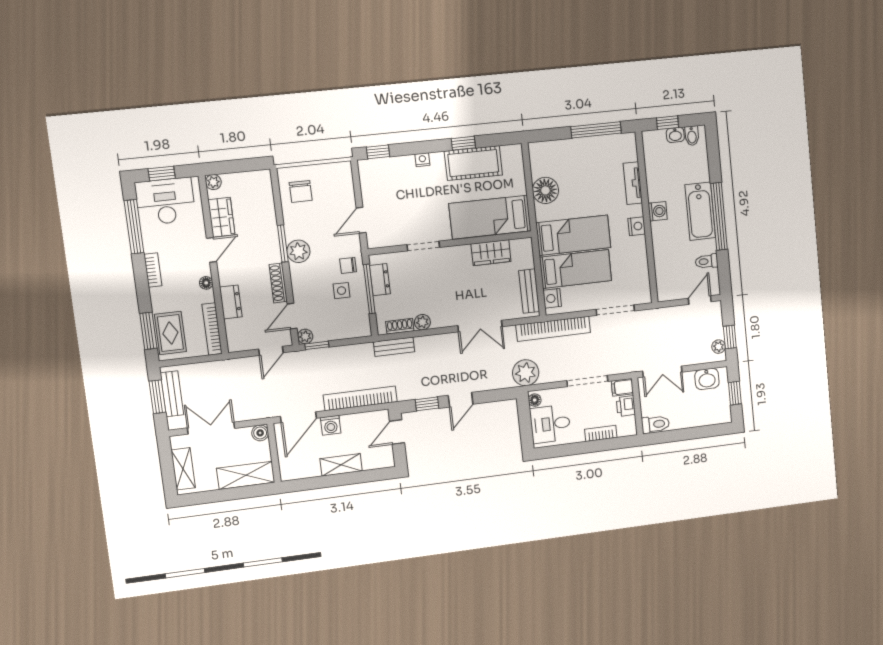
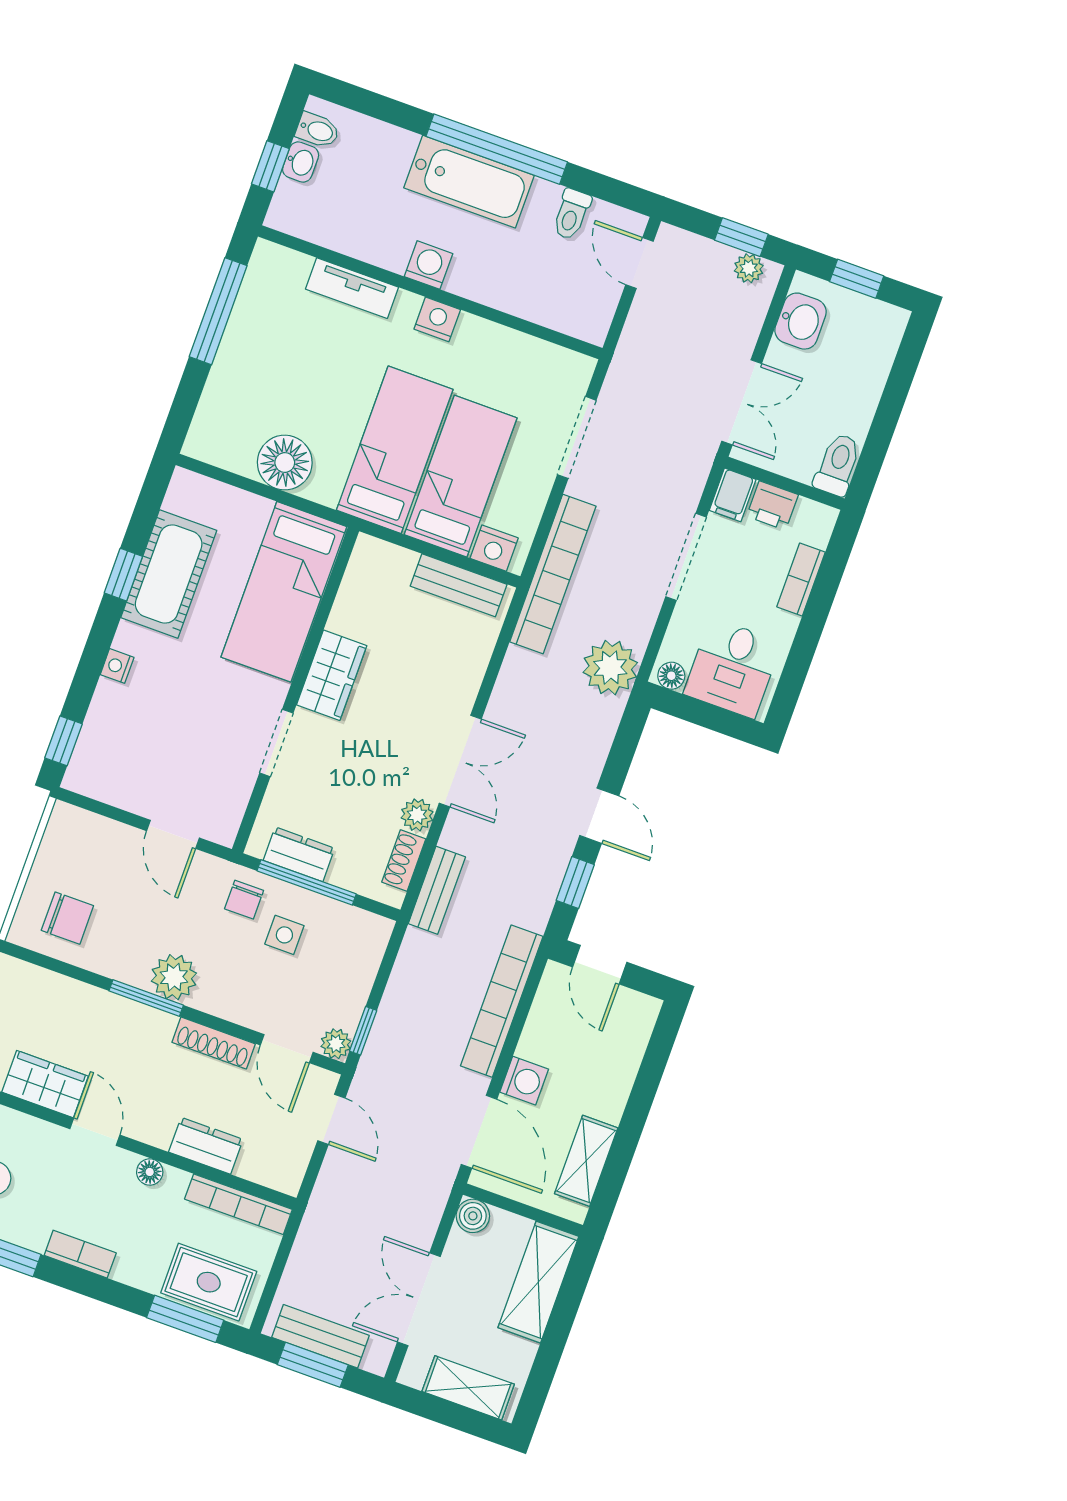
wardrobe: (491, 253) -> (332, 675), moved
double door: (480, 326) -> (460, 761), moved
shelving: (341, 465) -> (586, 1161), moved

